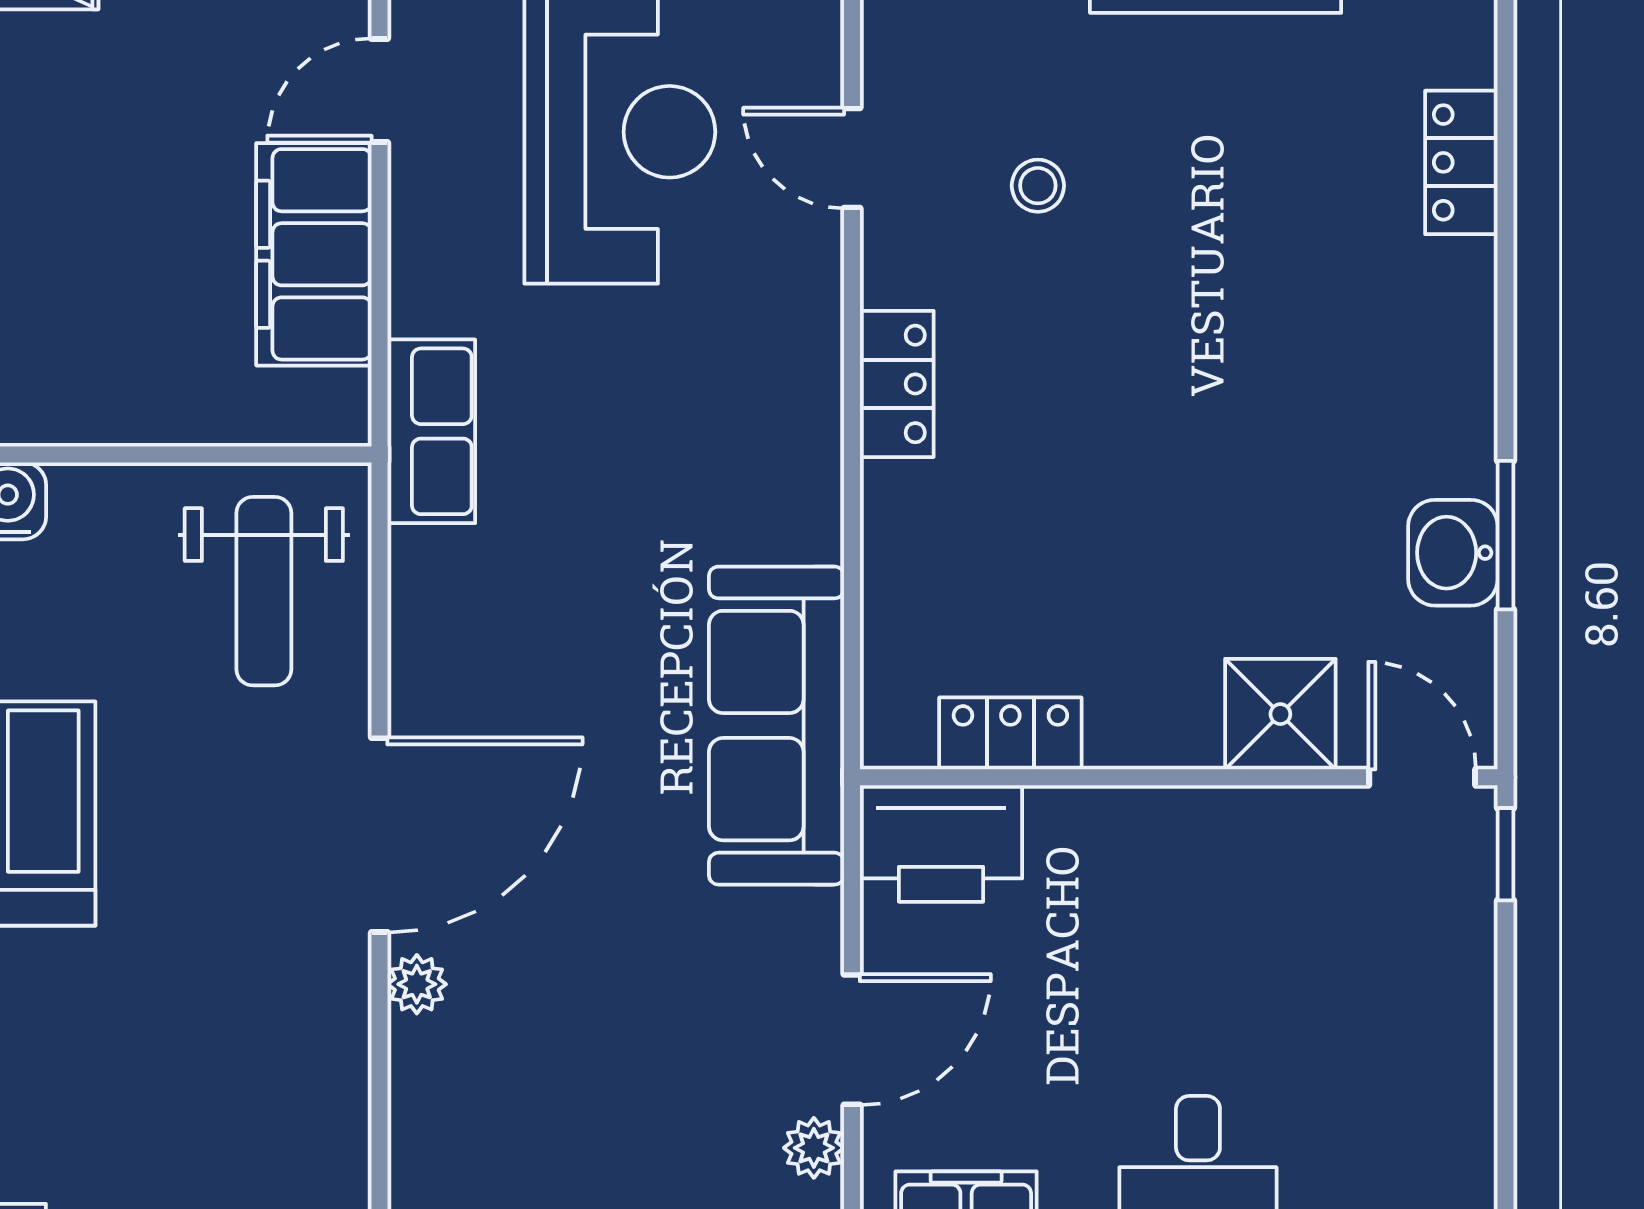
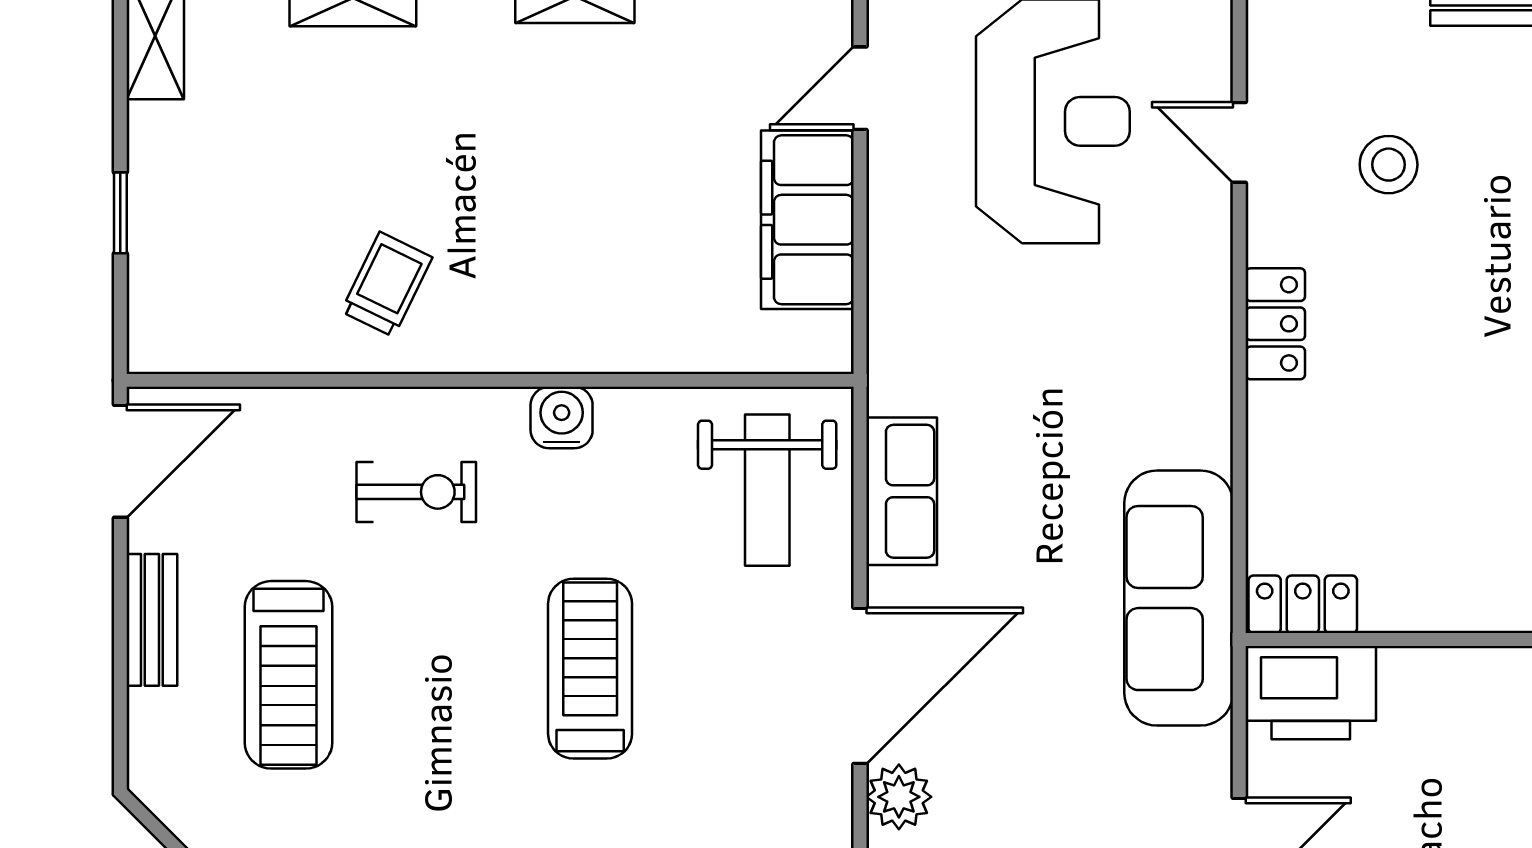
stool: (1038, 186) -> (1389, 165), width x1.37, depth x1.37
row of seats: (431, 431) -> (902, 491), moved
locker: (1010, 733) -> (1303, 604), moved
plant: (417, 984) -> (899, 797), width x1.38, depth x1.38

